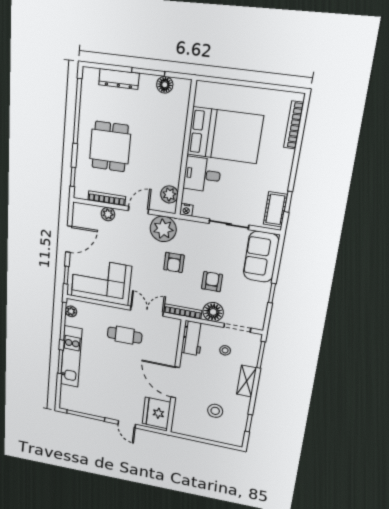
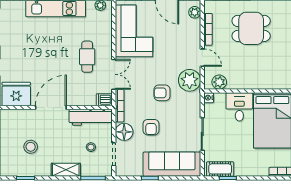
plant: (108, 214) -> (195, 12), moved
sofa: (261, 257) -> (172, 164), width x1.36
armchair: (212, 282) -> (151, 127), turned 90
dishwasher: (174, 326) -> (104, 100), added
workbench: (192, 338) -> (91, 117), width x1.38

